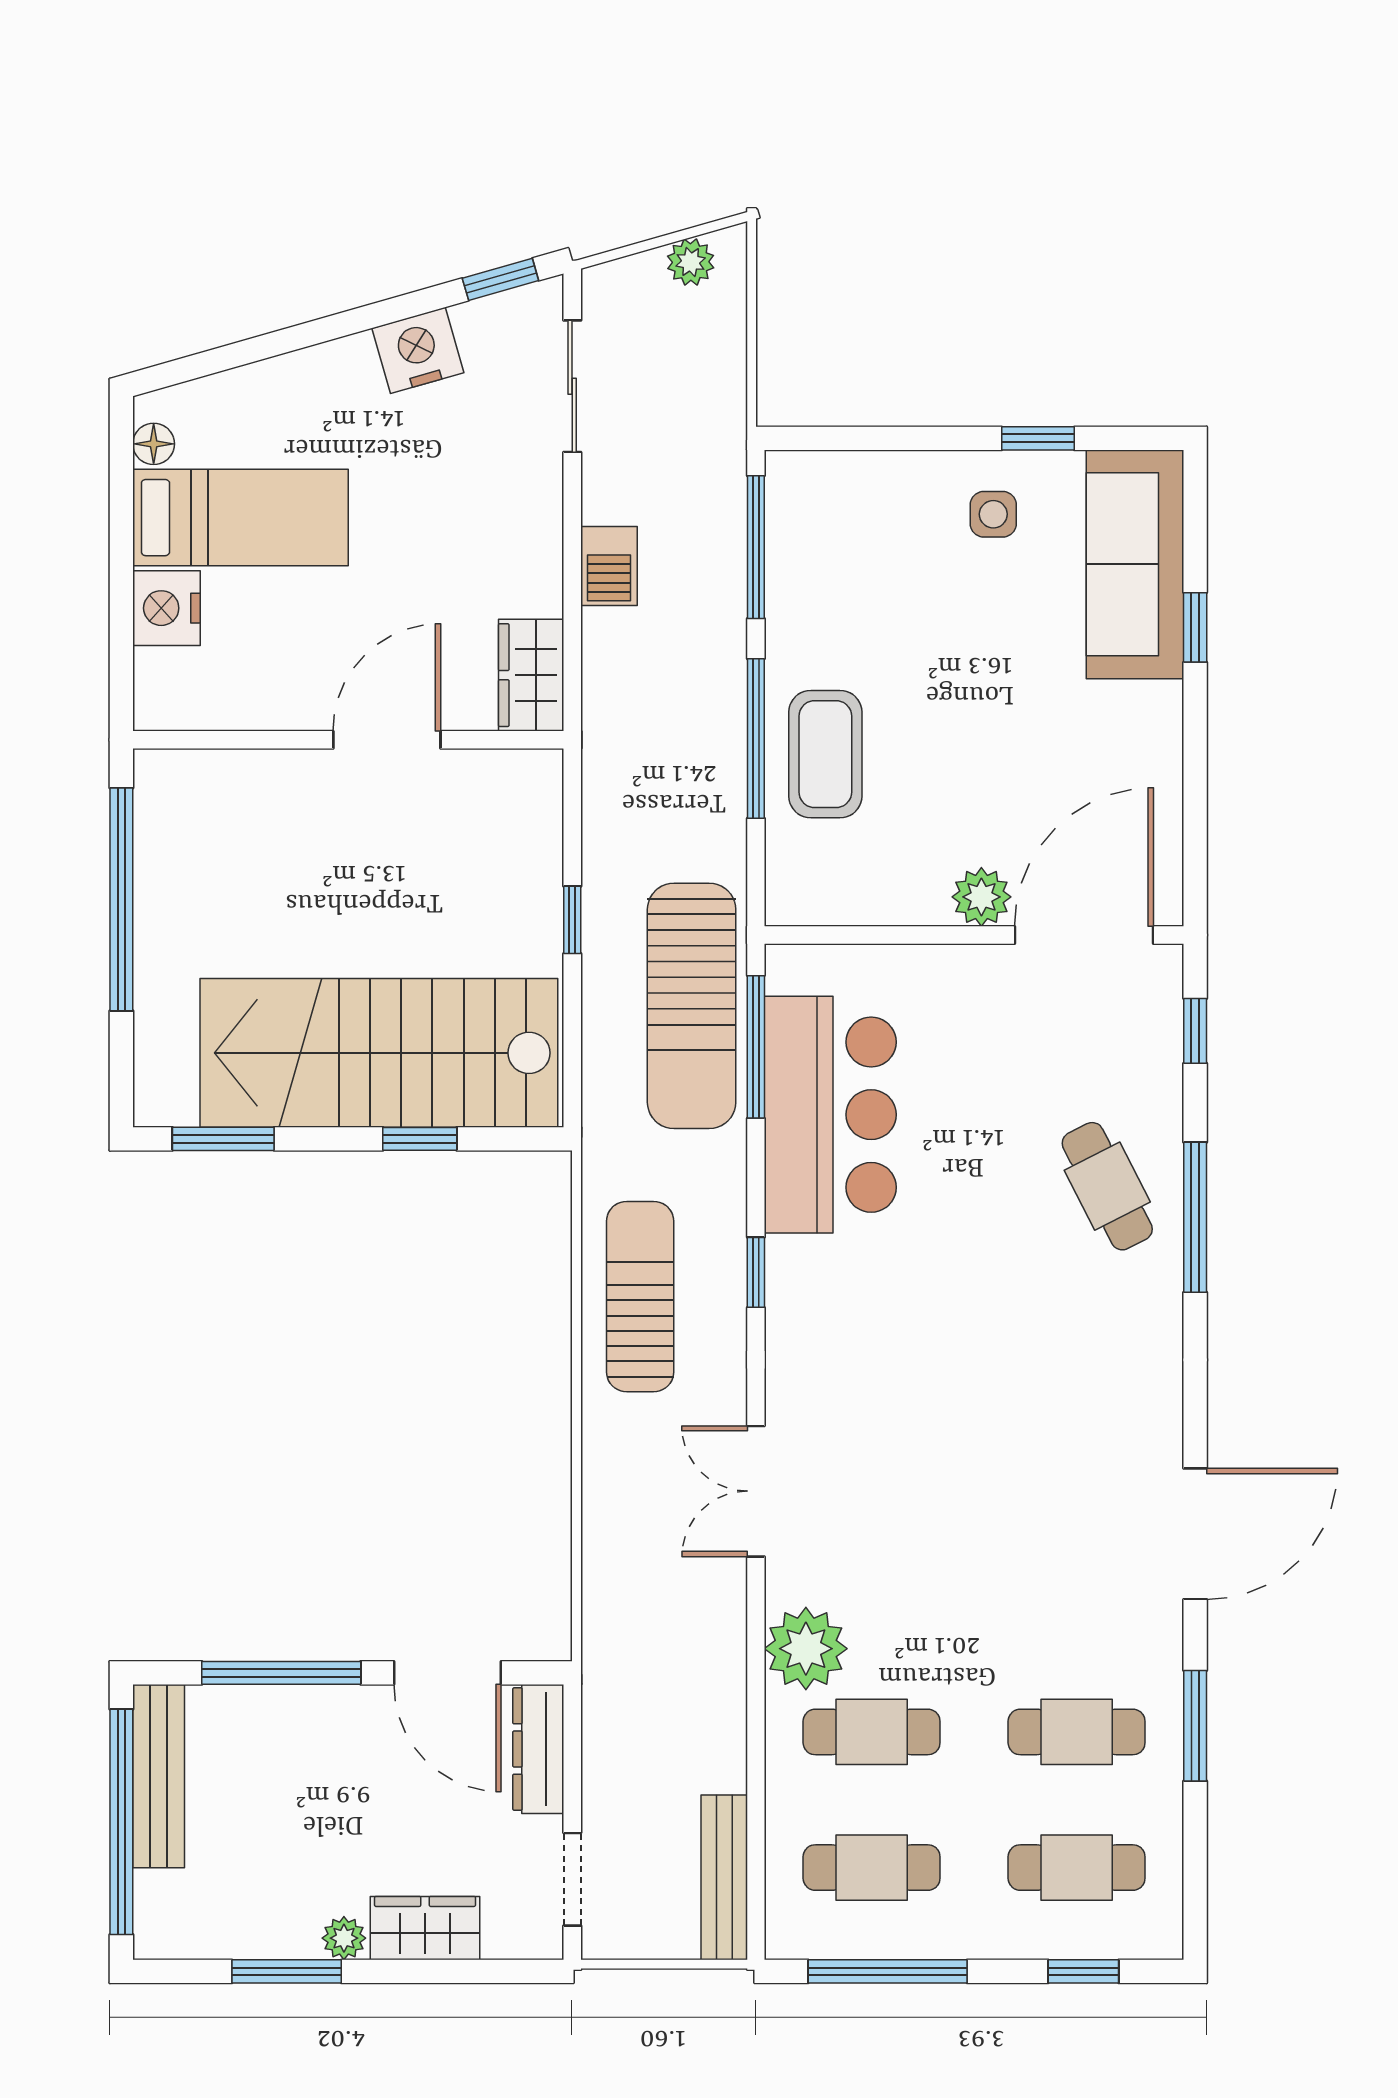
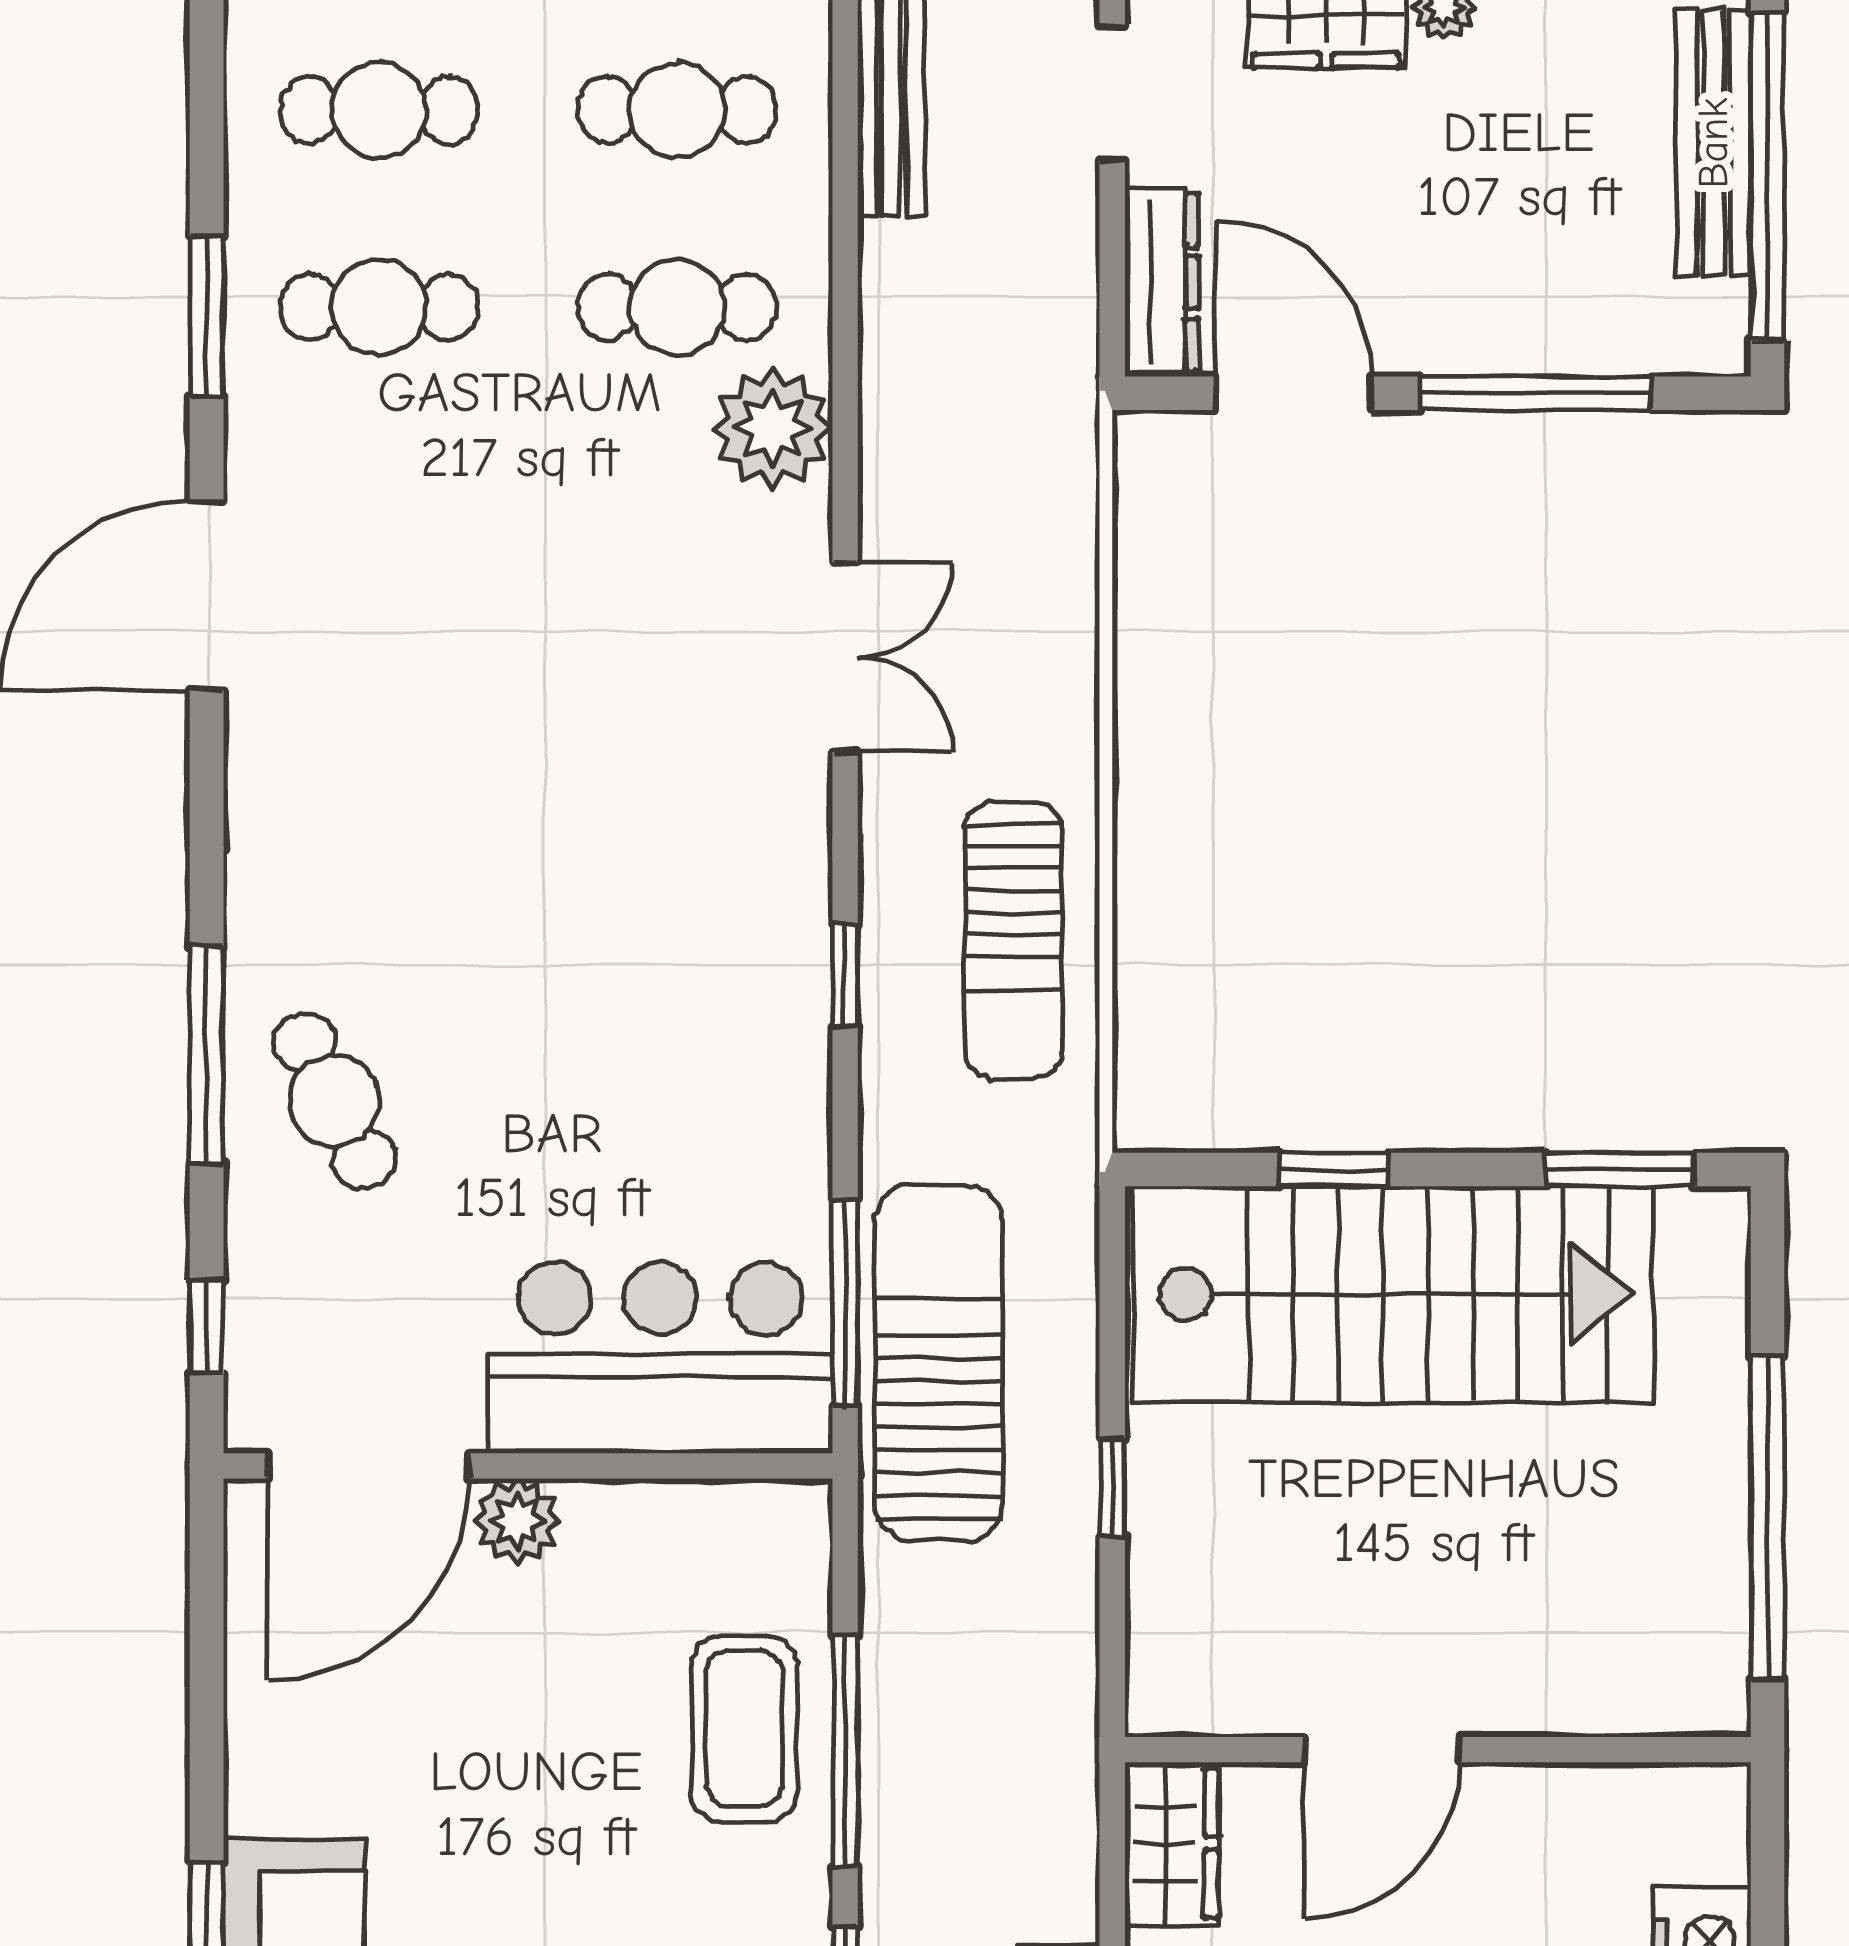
bar counter: (830, 1115) -> (660, 1358), moved, turned 90
bench: (159, 1776) -> (1713, 143), moved

